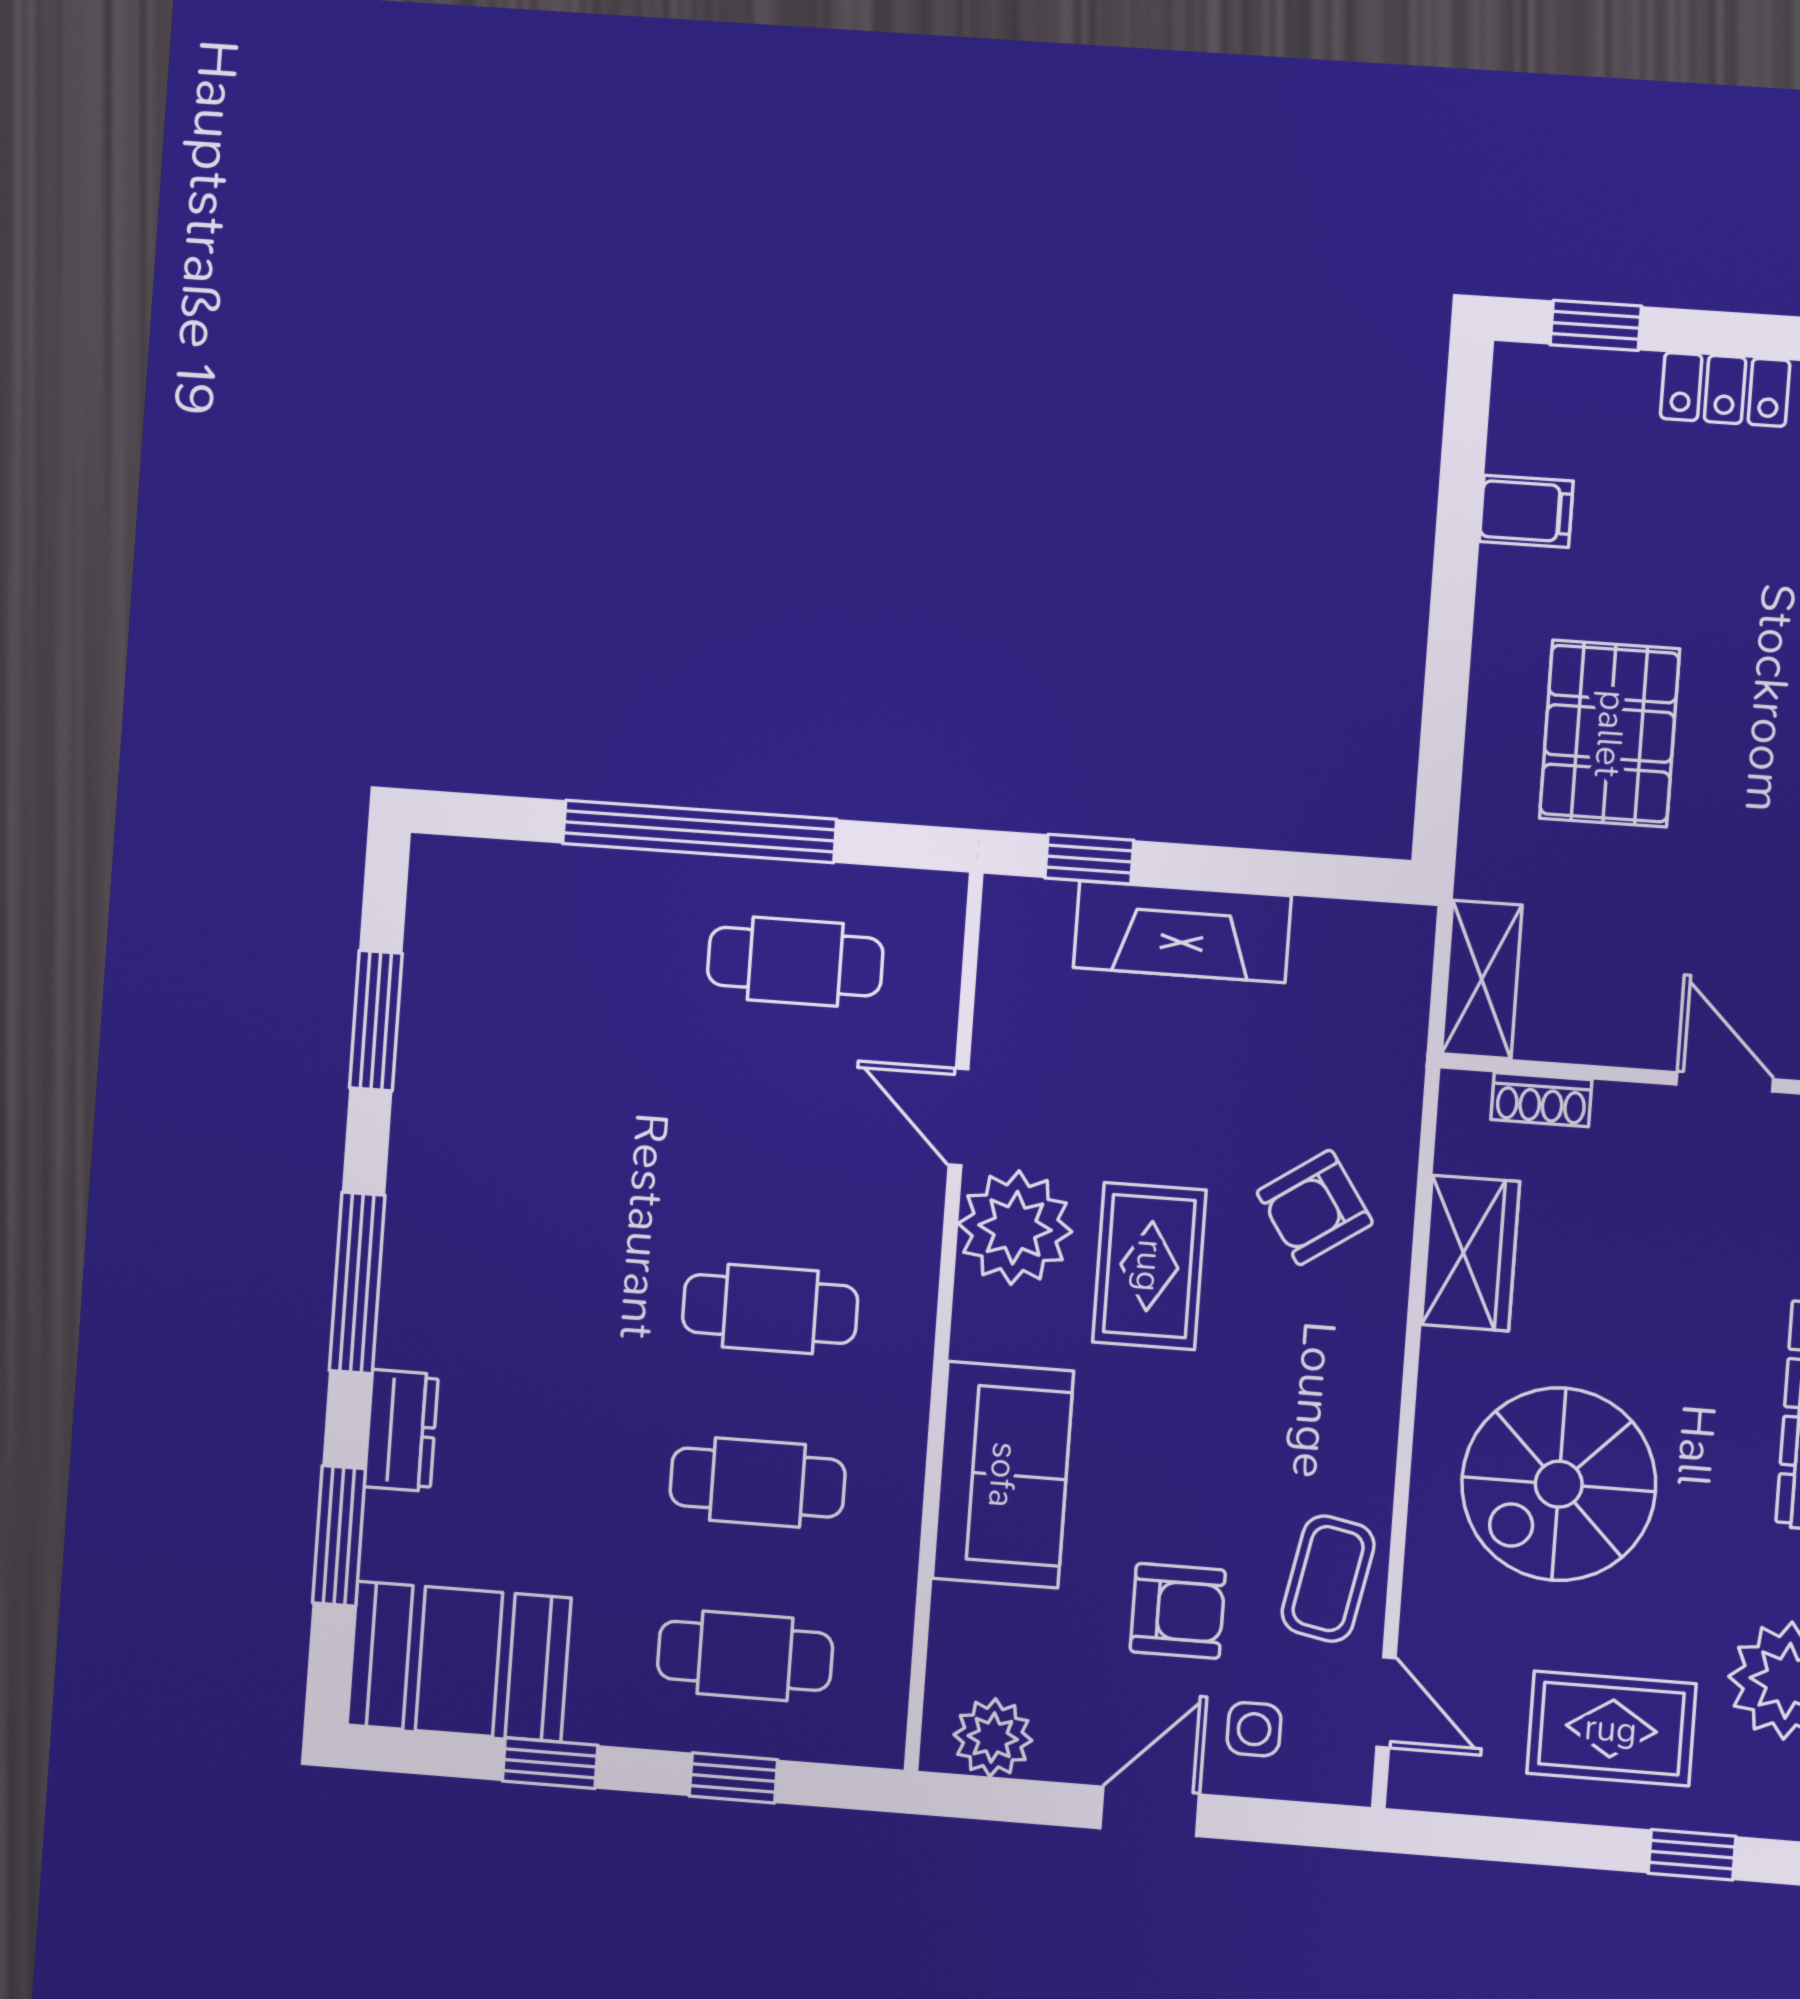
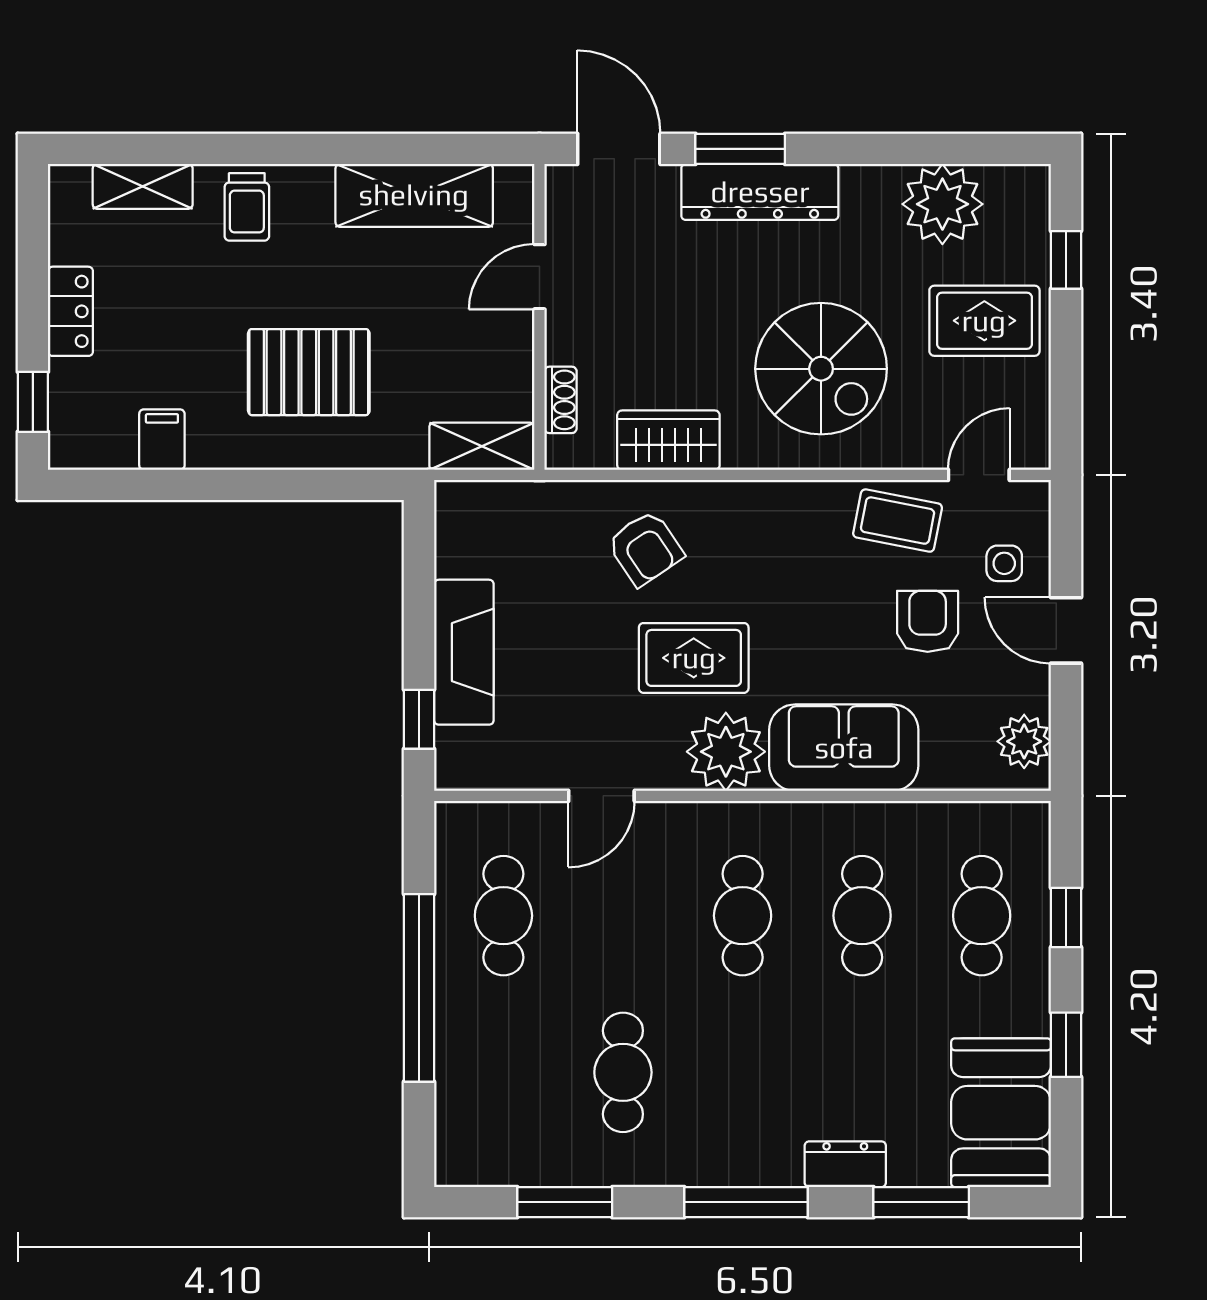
cafe table: (556, 1119) -> (623, 1072), added
plant: (1015, 1228) -> (726, 752), moved
rug: (1611, 1729) -> (984, 321), turned 90

